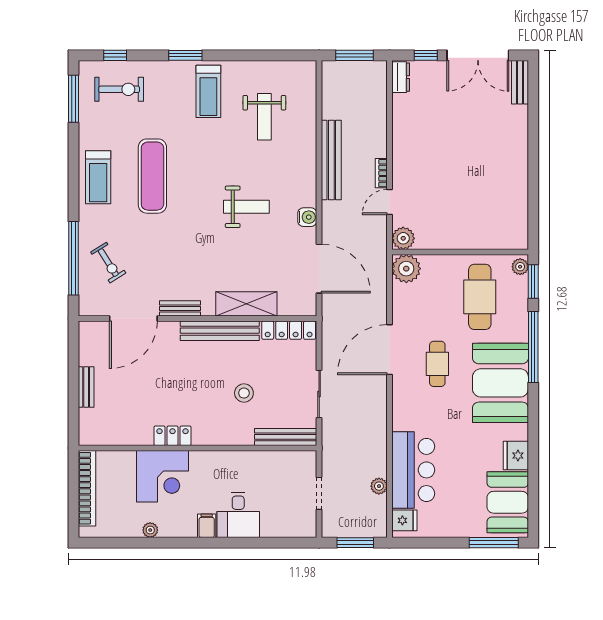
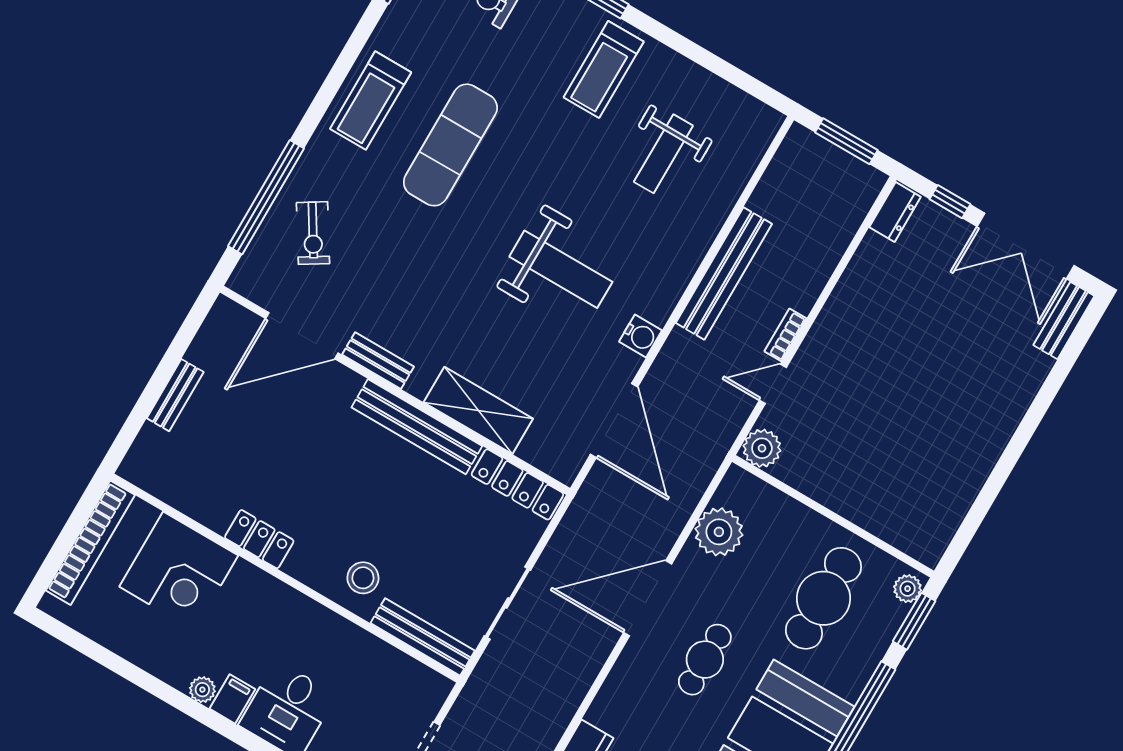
weight bench: (246, 207) -> (561, 269), width x1.36, depth x1.33
plant: (406, 269) -> (719, 532), moved
stool: (244, 393) -> (363, 578), moved
corner desk: (162, 476) -> (179, 571), moved
plant: (150, 530) -> (202, 690), moved

